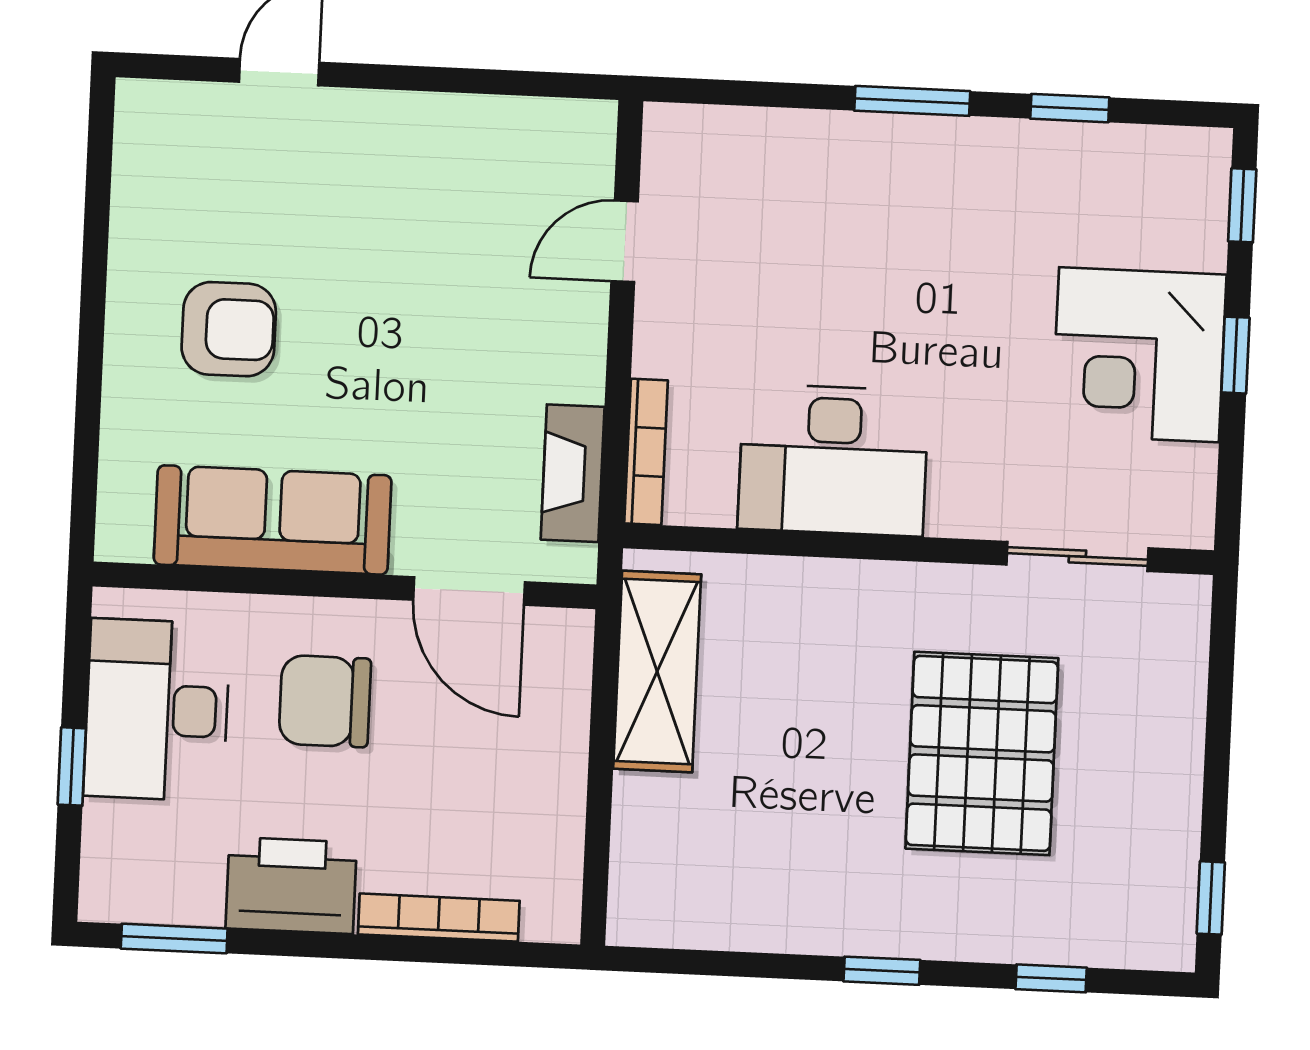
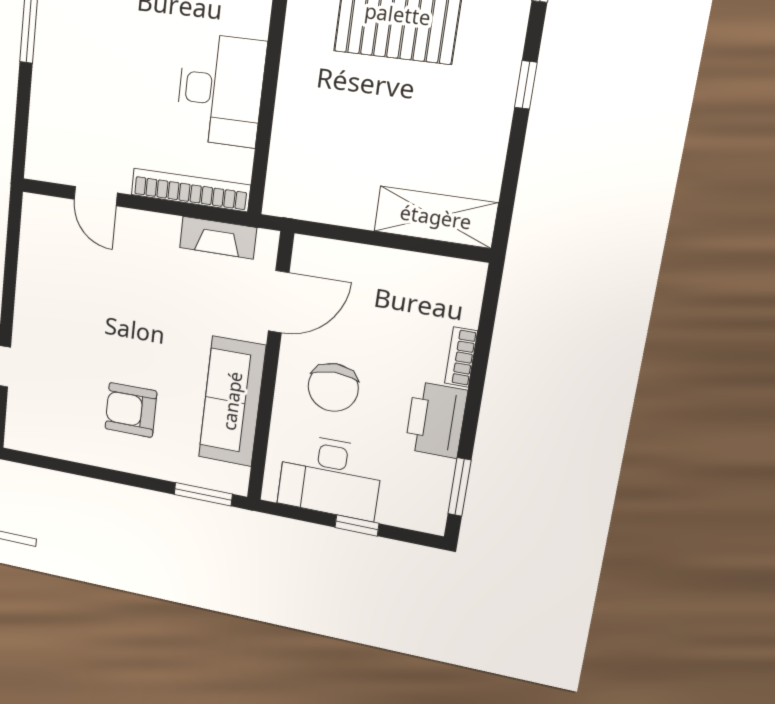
armchair: (229, 329) -> (131, 410), turned -90
bookcase: (646, 452) -> (190, 190), width x1.48, depth x1.31
window: (85, 478) -> (203, 494), added
shelving: (657, 672) -> (436, 217), moved
bookcase: (439, 918) -> (461, 357), width x0.64

